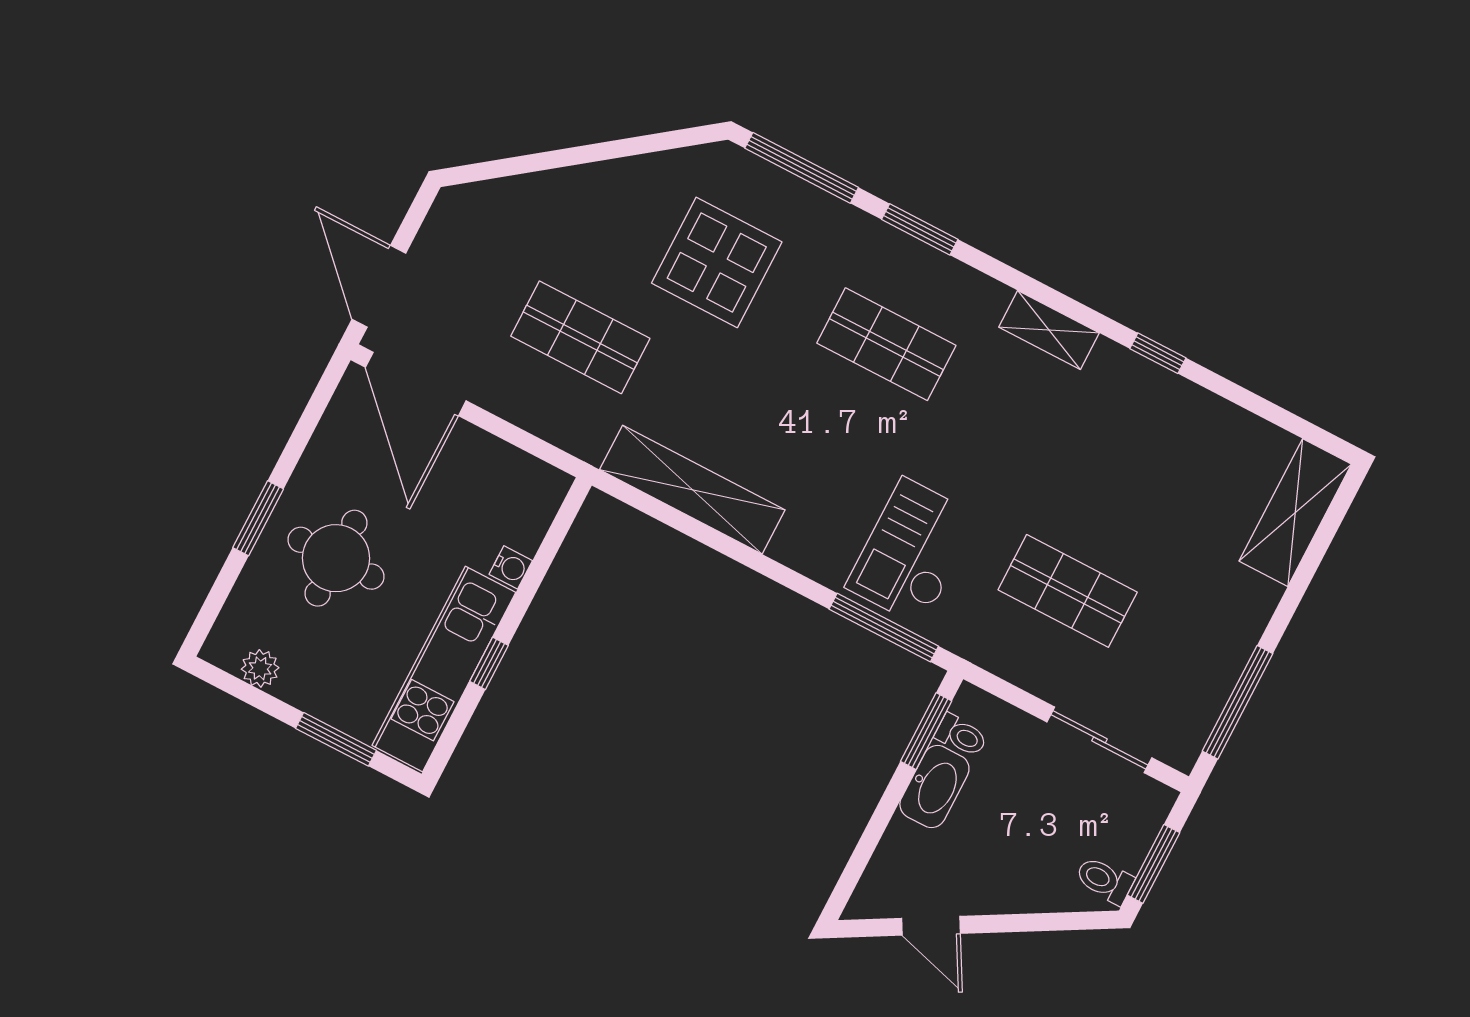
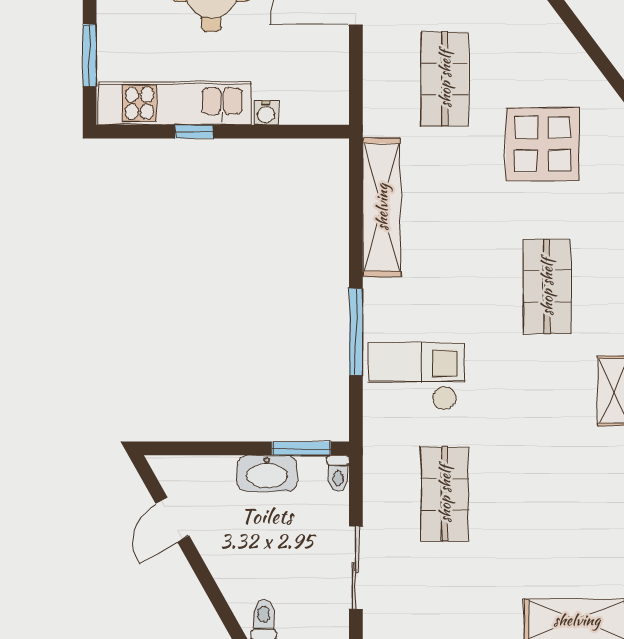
window: (884, 628) -> (356, 332), moved
toilet: (961, 735) -> (338, 473), moved

